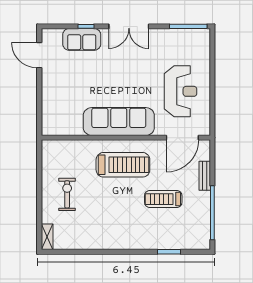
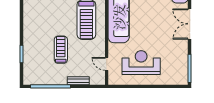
reception desk: (181, 91) -> (141, 63), turned 180
door: (182, 138) -> (107, 64), width x0.53

